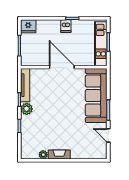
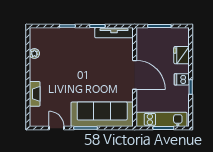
fridge: (28, 26) -> (182, 55), moved
door: (62, 67) -> (135, 75), hinge flipped
plant: (27, 109) -> (87, 34), removed
door: (108, 135) -> (56, 128), hinge flipped
fireplace: (59, 154) -> (35, 94), moved

